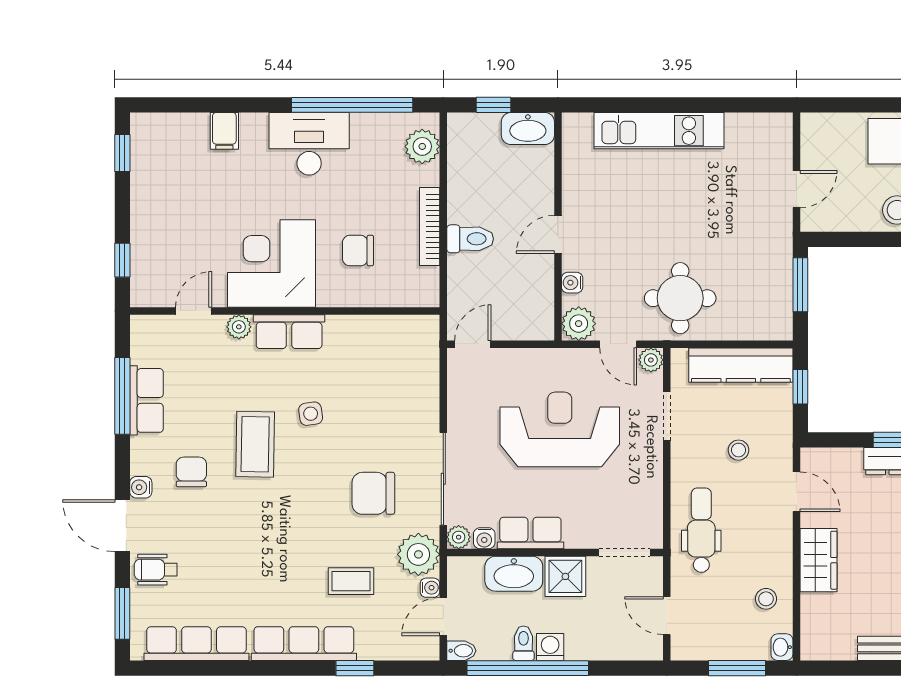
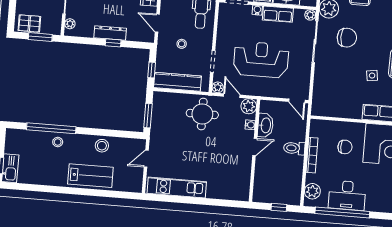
washbasin: (528, 129) -> (265, 125), moved, turned 90
kitchen unit: (659, 131) -> (177, 188), moved
desk: (309, 144) -> (347, 195), moved
door: (473, 344) -> (297, 101), hinge flipped
reception desk: (560, 429) -> (261, 60), turned 180
water cooler: (484, 538) -> (257, 10), moved

